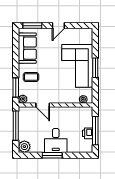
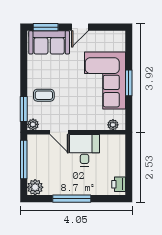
sofa: (27, 48) -> (49, 42), moved, turned 90
window: (95, 131) -> (129, 166), removed
printer: (88, 133) -> (119, 184), moved
desk: (56, 141) -> (85, 150), moved, turned 180
window: (52, 155) -> (72, 199), width x1.44

